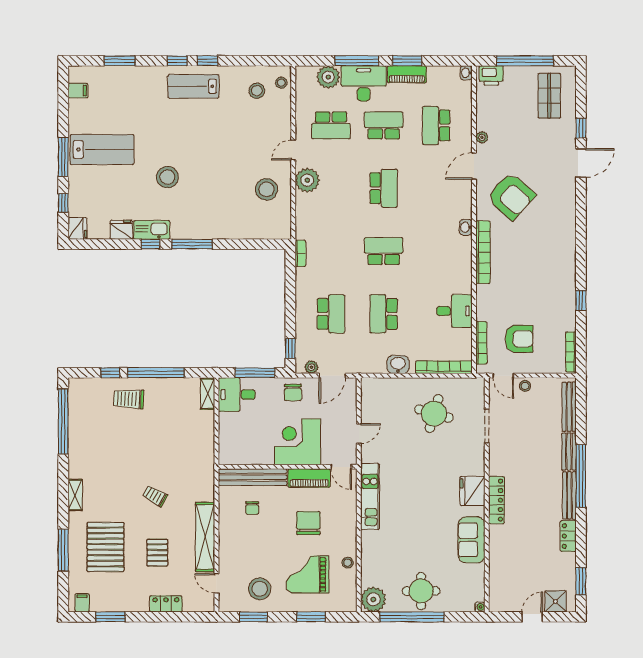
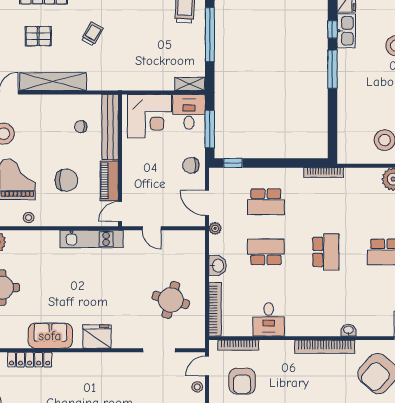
bookcase: (300, 253) -> (324, 173), width x1.56
plant: (311, 367) -> (215, 228), moved
corner desk: (298, 442) -> (149, 116), moved, turned 90
locker: (497, 500) -> (30, 360), moved

